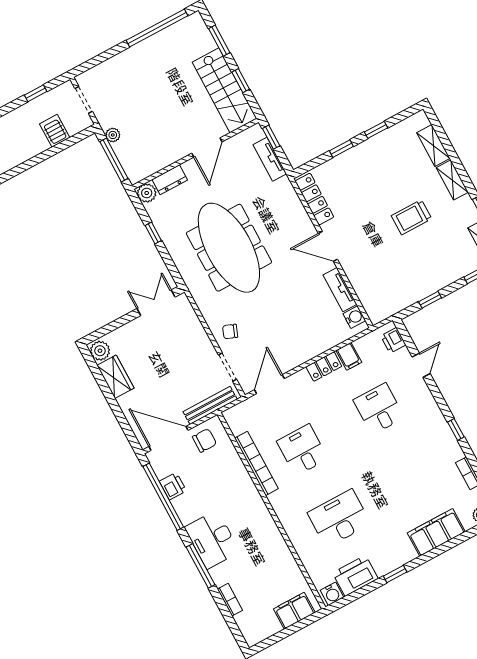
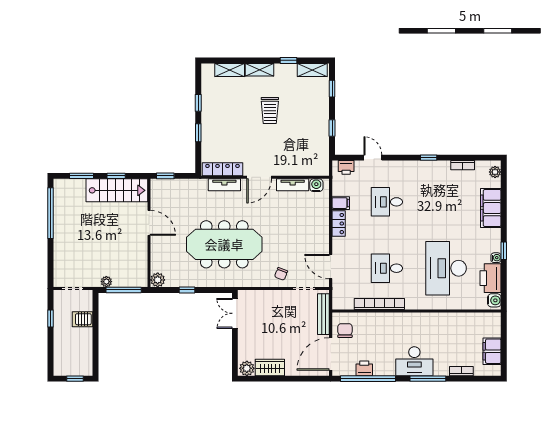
tv unit: (270, 159) -> (224, 185), moved
dresser: (170, 180) -> (157, 260), removed
desk: (339, 518) -> (446, 268), width x1.36, depth x1.30
water cooler: (382, 569) -> (496, 258), added
filing cabinet: (294, 611) -> (492, 351), moved

